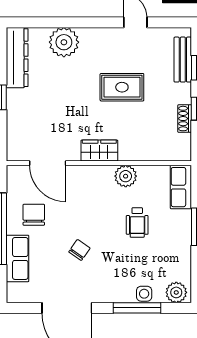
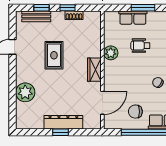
dresser: (17, 58) -> (63, 122), moved
row of seats: (181, 187) -> (133, 18), moved
wheelchair: (137, 223) -> (140, 46), turned 180

